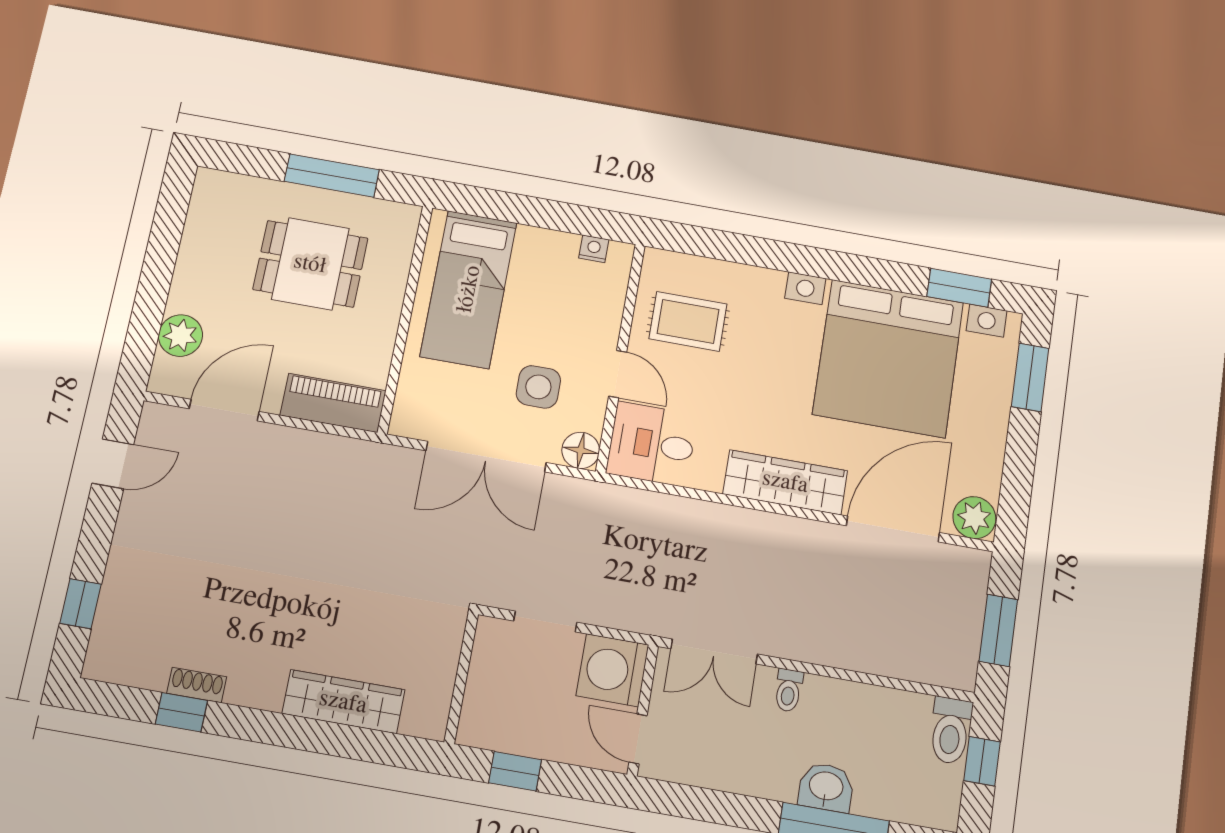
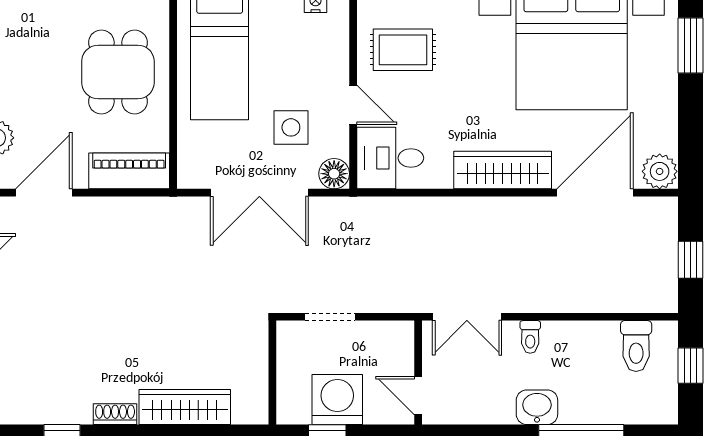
dining table: (310, 264) -> (118, 72), moved, turned 90
window: (998, 630) -> (691, 260), width x0.67
washing machine: (612, 670) -> (337, 400), moved, turned 90
shoe rack: (197, 685) -> (115, 414), moved
toilet: (951, 731) -> (636, 346), moved
washbasin: (826, 787) -> (537, 407), moved

